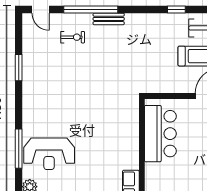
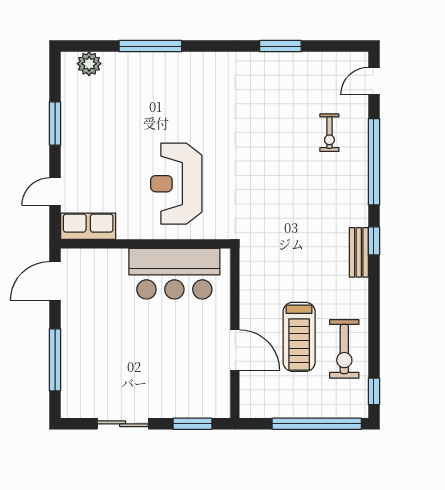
window: (176, 10) -> (374, 241), moved
bench: (109, 19) -> (359, 252), moved
reception desk: (49, 154) -> (176, 184), moved

